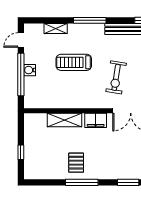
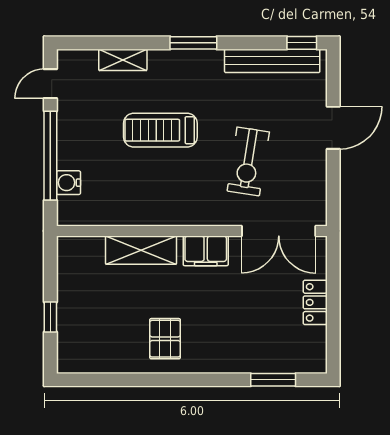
window: (90, 20) -> (193, 43), width x0.69
water cooler: (30, 70) -> (68, 183), moved
window: (82, 182) -> (177, 380), removed

